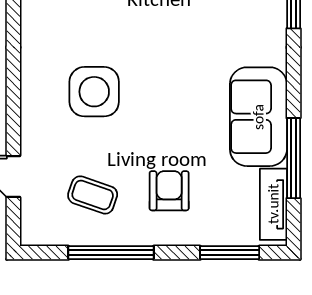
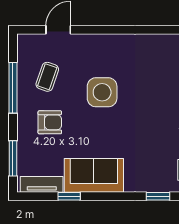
side table: (94, 92) -> (102, 92), moved
window: (294, 158) -> (69, 196), width x0.46

